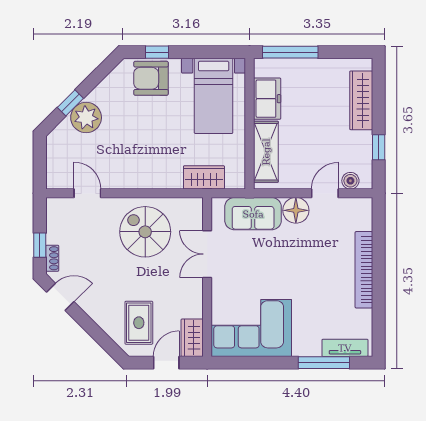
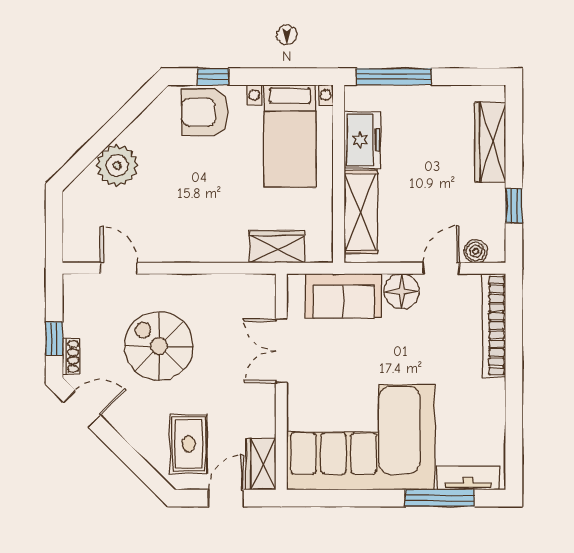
window: (70, 103) -> (96, 146), removed
spiral stairs: (145, 232) -> (159, 346), moved
bookcase: (364, 270) -> (494, 326), moved
corner sofa: (251, 328) -> (361, 437), width x1.36, depth x1.36

